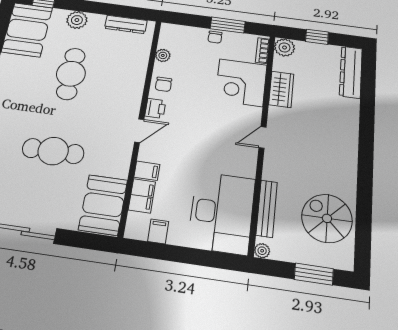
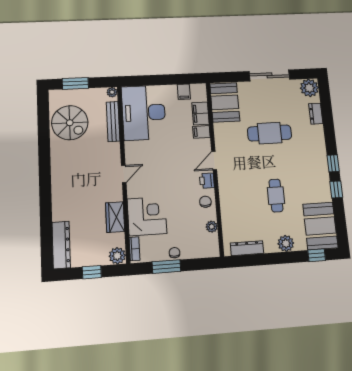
cafe table: (71, 74) -> (276, 195), width x0.73, depth x0.74

